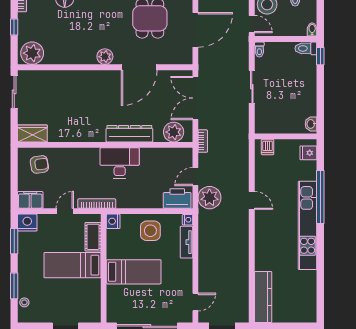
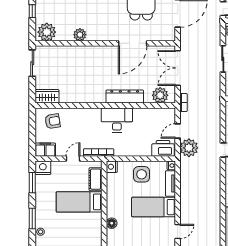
plant: (105, 57) -> (80, 35), moved
bed: (134, 272) -> (153, 207), moved, turned 180
floor lamp: (113, 292) -> (112, 223), added

